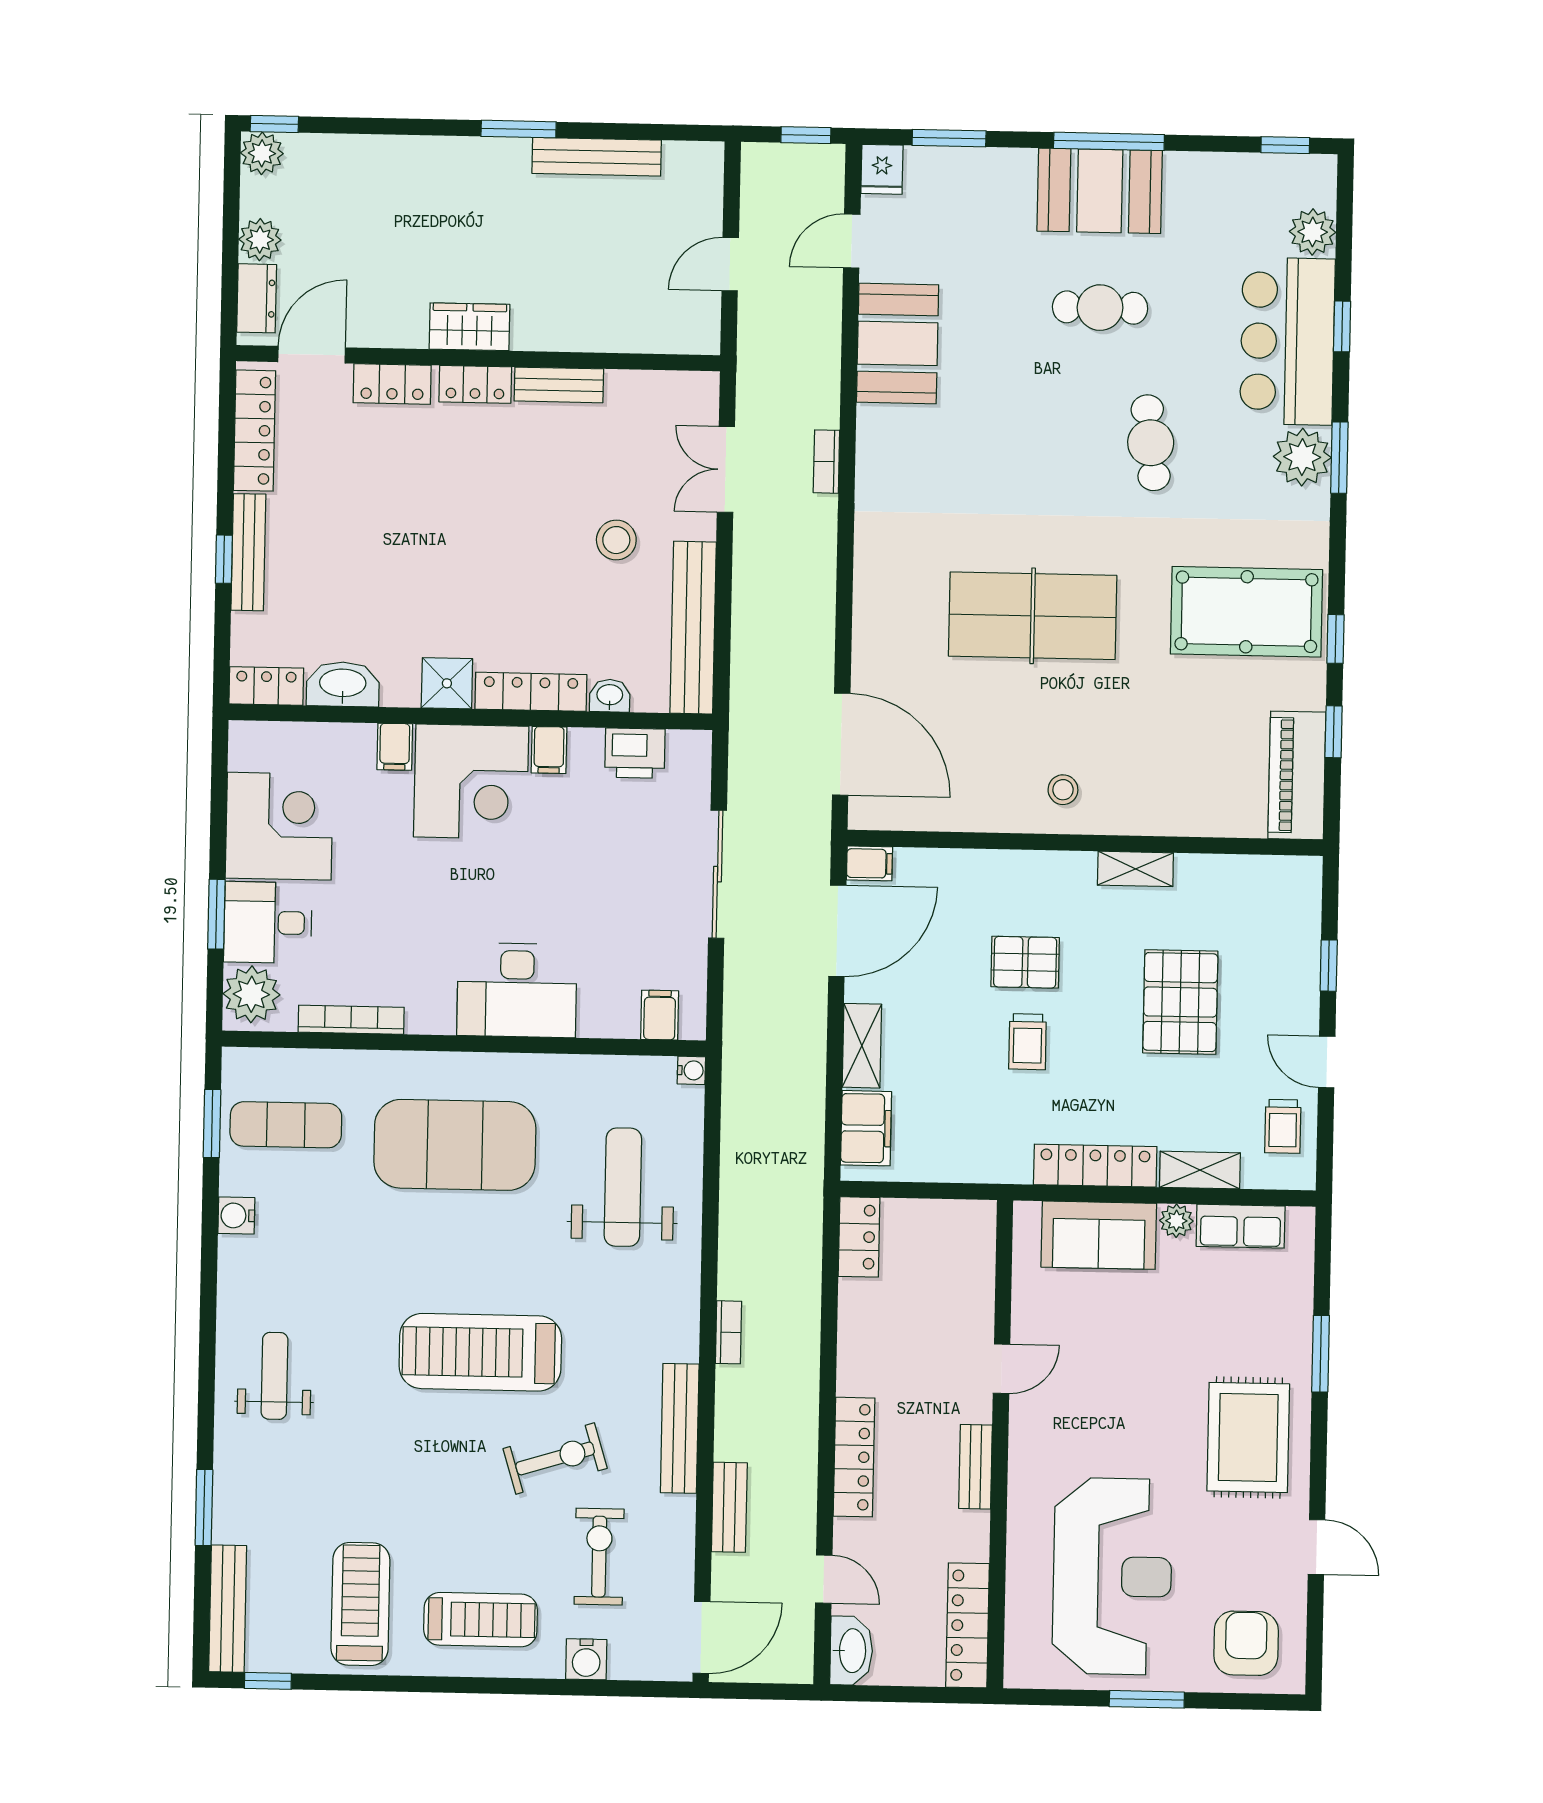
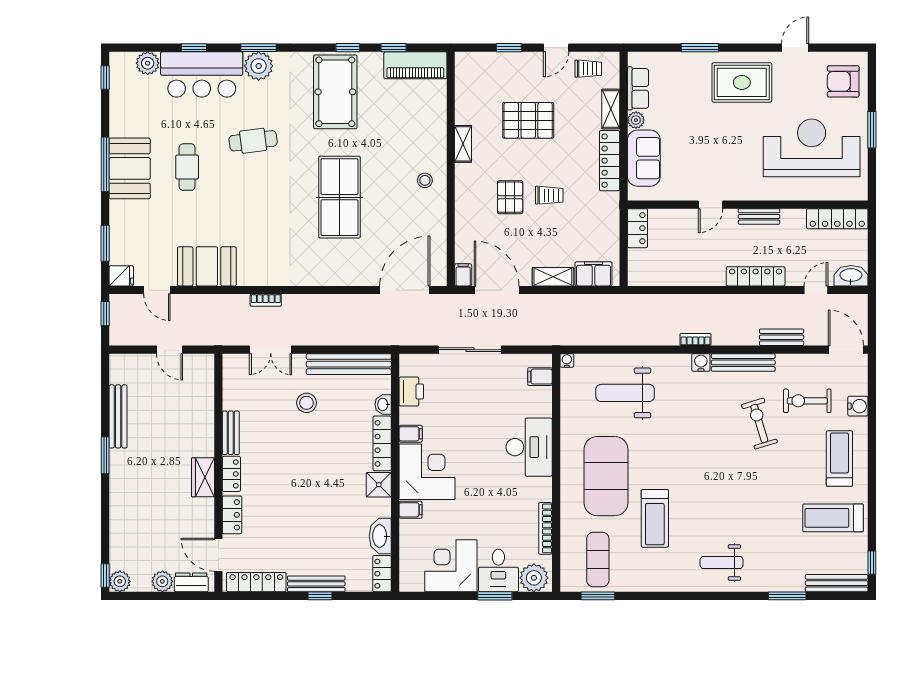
water cooler: (236, 1215) -> (701, 362), moved, turned 180
locker: (859, 1237) -> (637, 228), moved, turned 90
treadmill: (480, 1352) -> (655, 518), moved, width x0.73, depth x0.73
door: (1002, 1369) -> (711, 205), swing flipped

